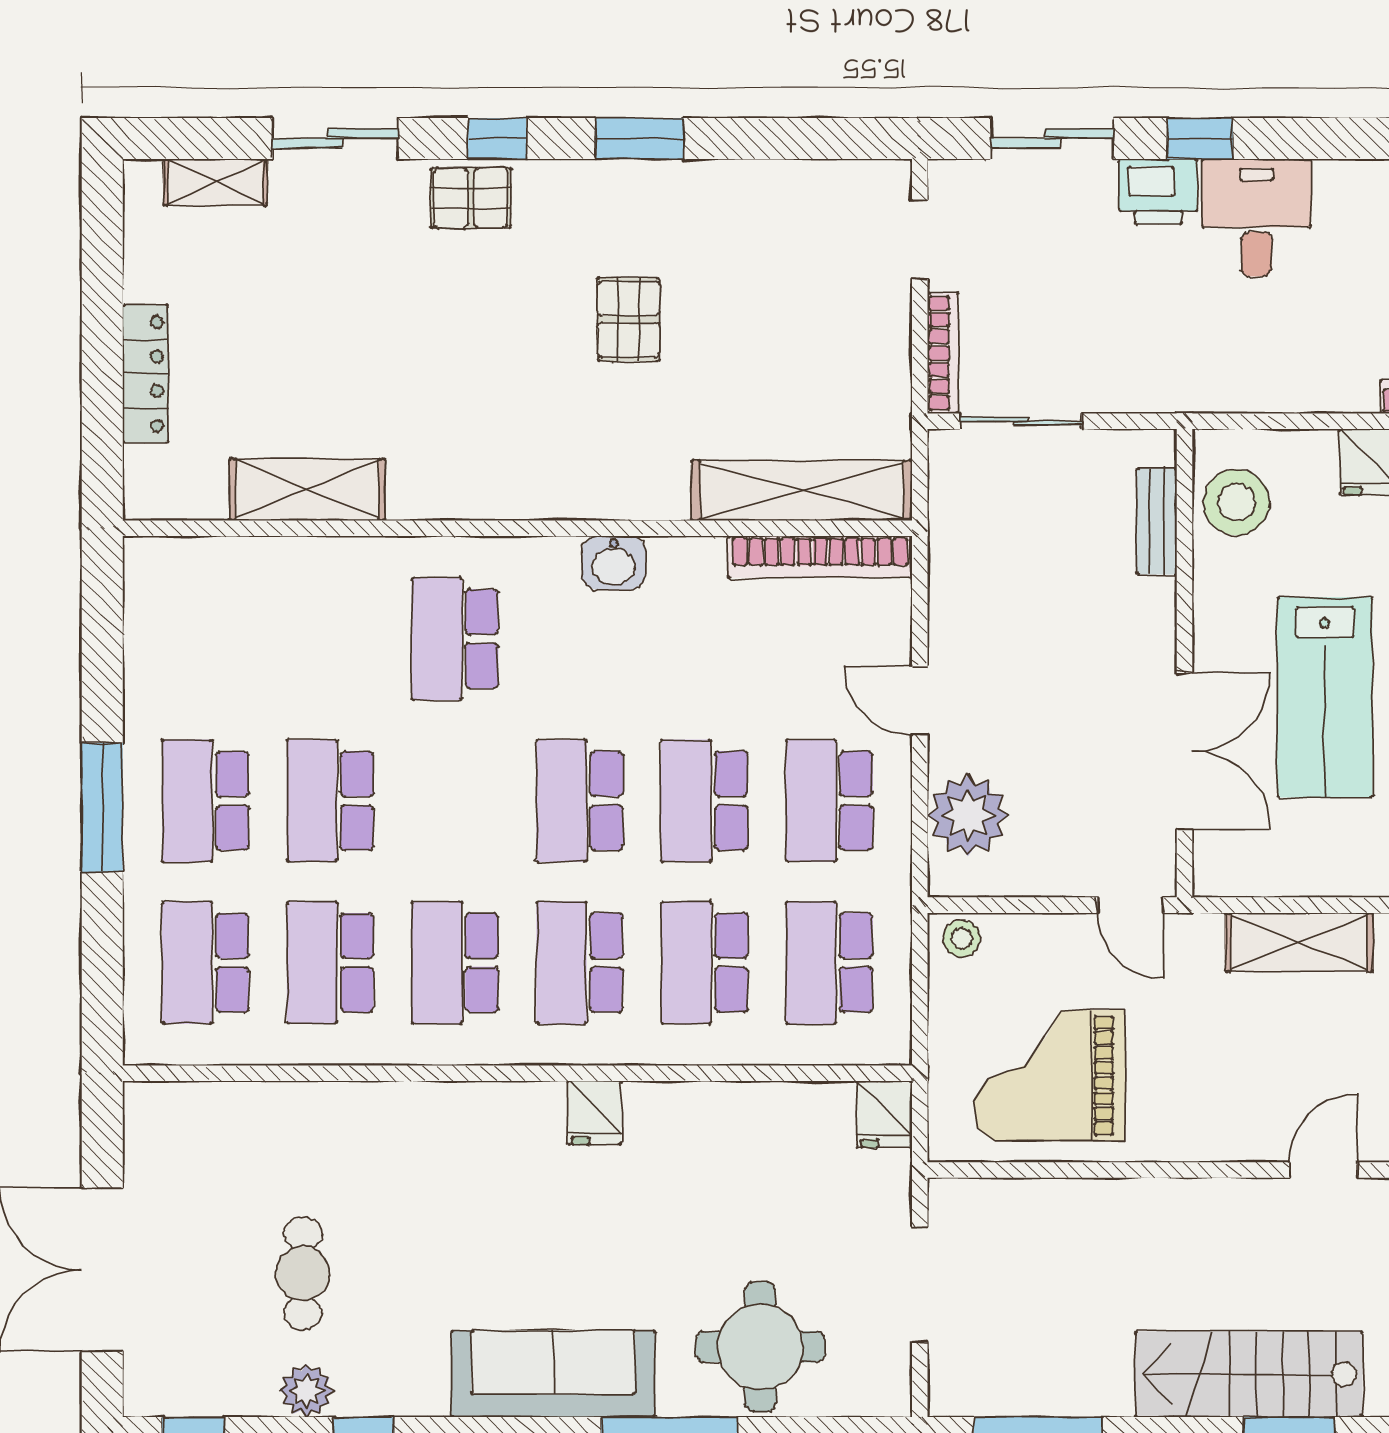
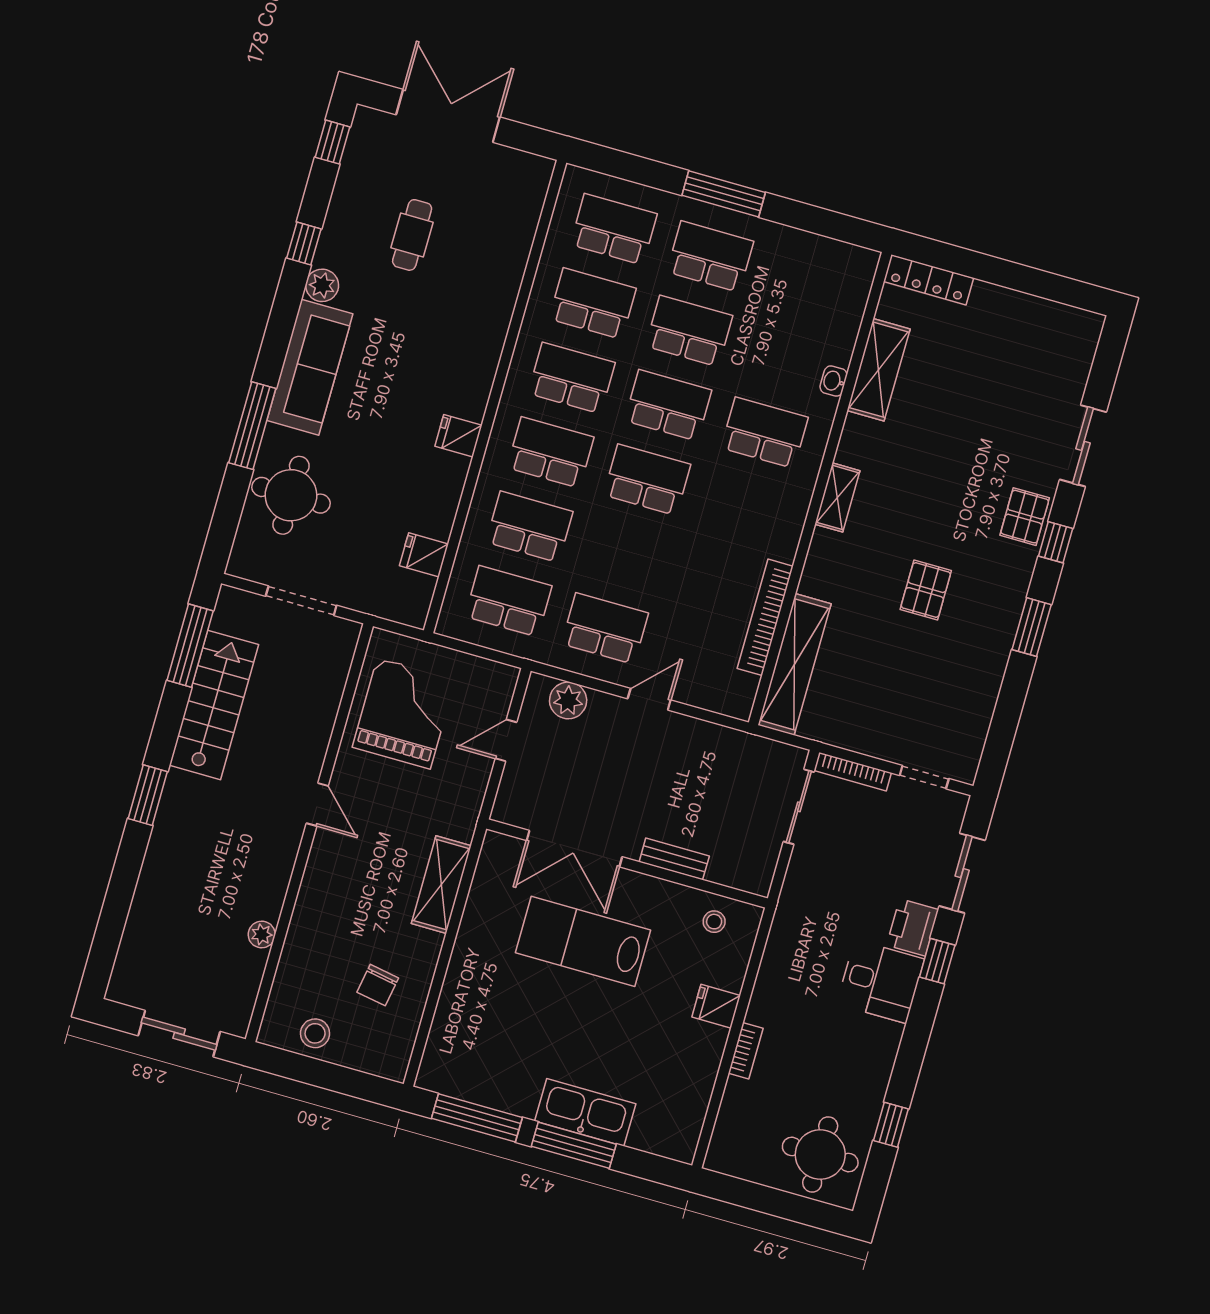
shelving: (215, 182) -> (837, 497), moved
pallet: (628, 319) -> (926, 590), turned 90
locker: (145, 374) -> (929, 280), moved
stool: (1237, 502) -> (714, 922), width x0.53, depth x0.53
bench: (1157, 521) -> (674, 859), moved
bookcase: (820, 557) -> (765, 617), moved
washbasin: (614, 563) -> (834, 381), moved, width x0.72, depth x0.69
school desk: (704, 801) -> (668, 405), moved
plant: (968, 815) -> (568, 700), width x0.73, depth x0.73
door: (1130, 905) -> (506, 740), moved
stool: (962, 939) -> (500, 684), removed
fridge: (884, 1114) -> (424, 555), moved
door: (1324, 1170) -> (317, 804), moved
cafe table: (303, 1273) -> (412, 235), turned 90
stairs: (1249, 1374) -> (214, 705), moved
plant: (306, 1391) -> (322, 285), moved

